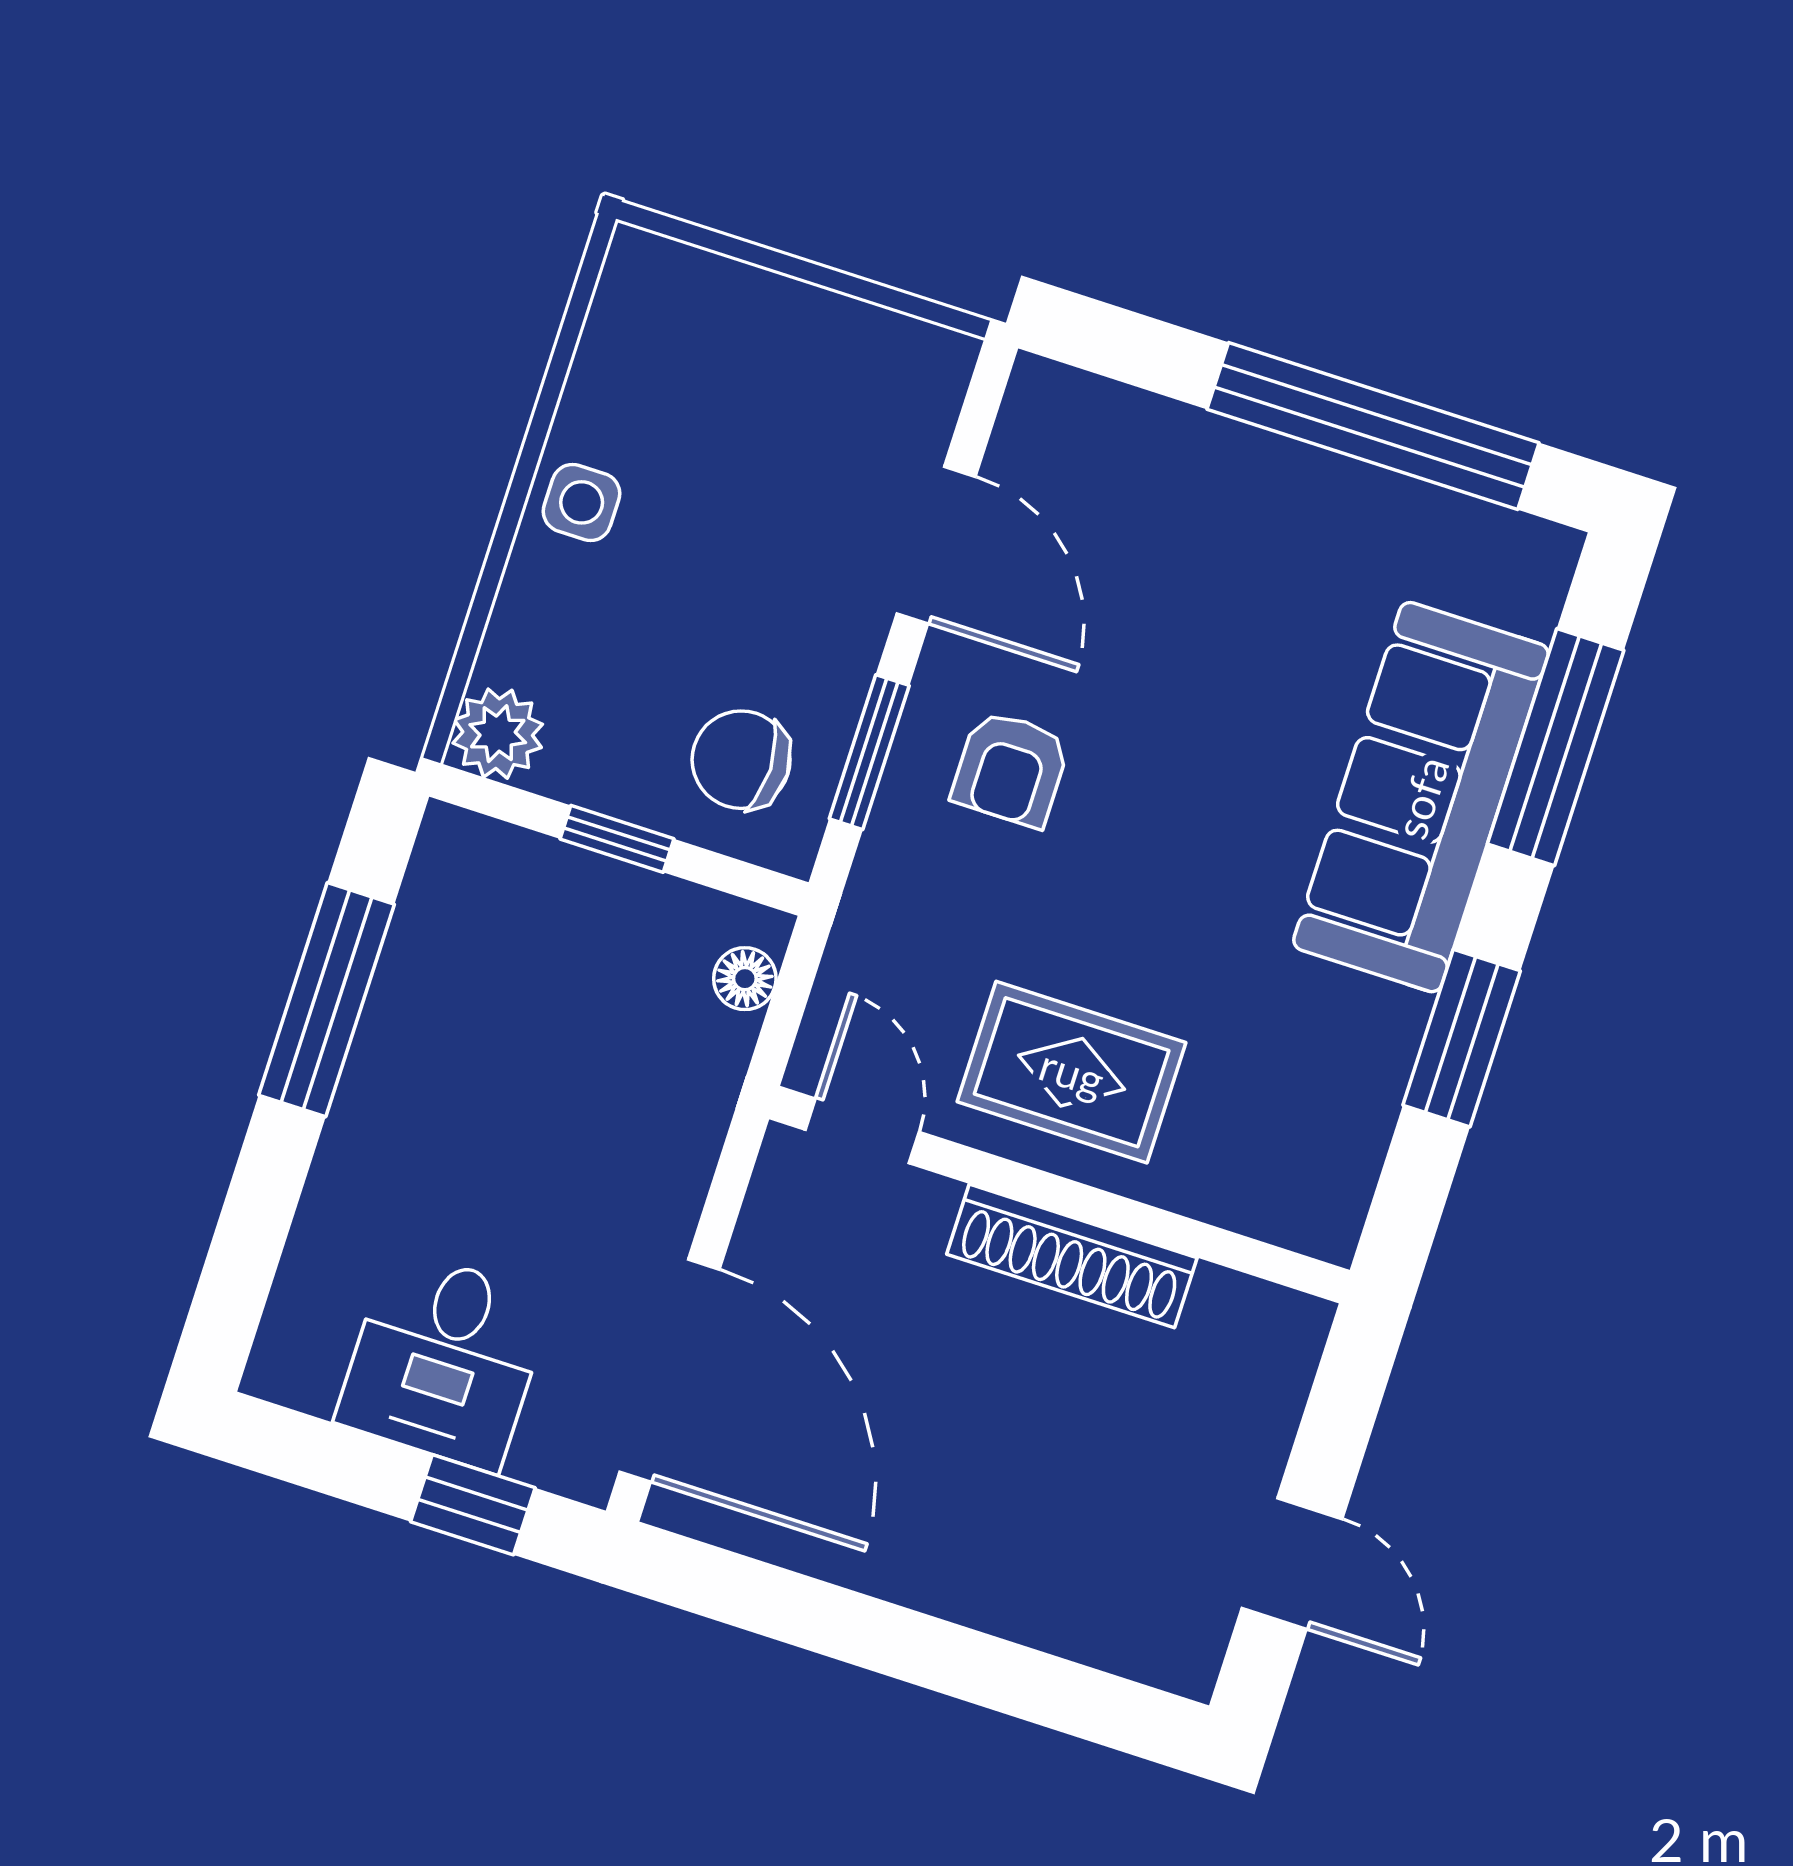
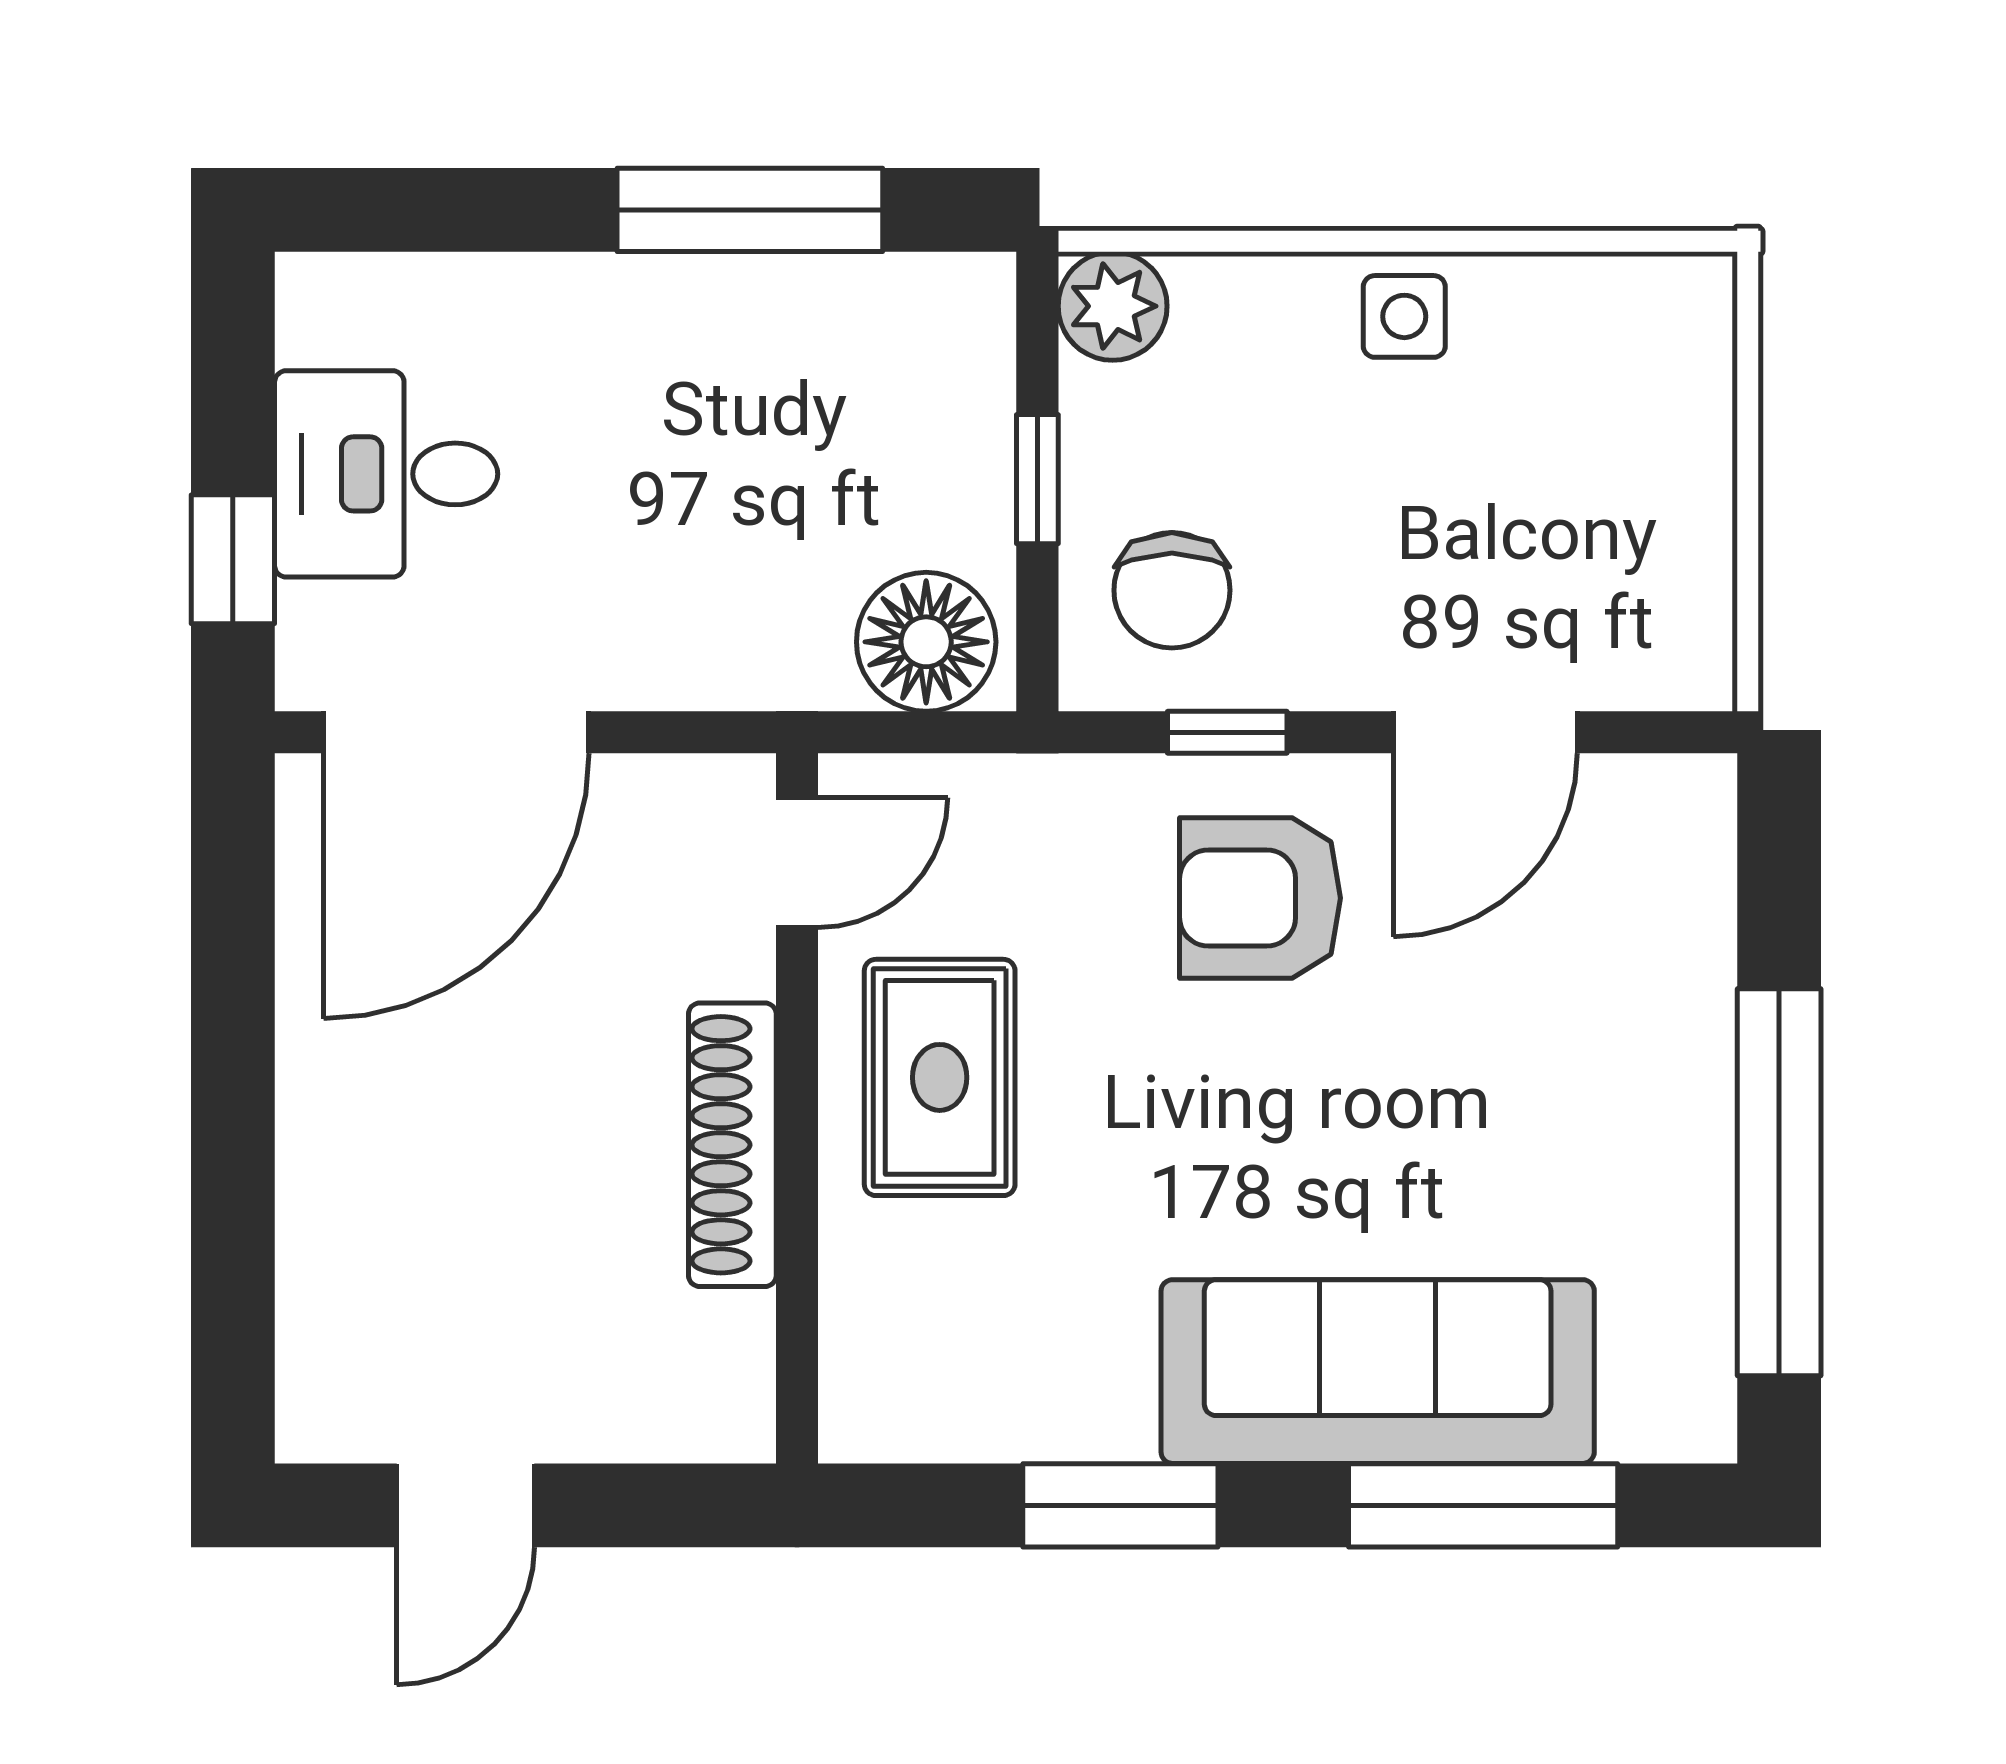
window: (869, 752) -> (1227, 732), width x0.67
chair: (741, 760) -> (1172, 590), turned 180
armchair: (1011, 769) -> (1260, 898), width x1.38, depth x1.38
floor lamp: (745, 979) -> (926, 642), width x1.89, depth x1.89

